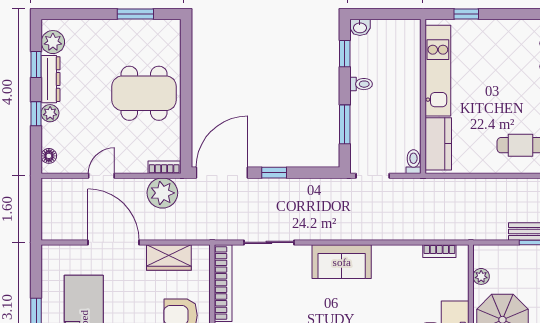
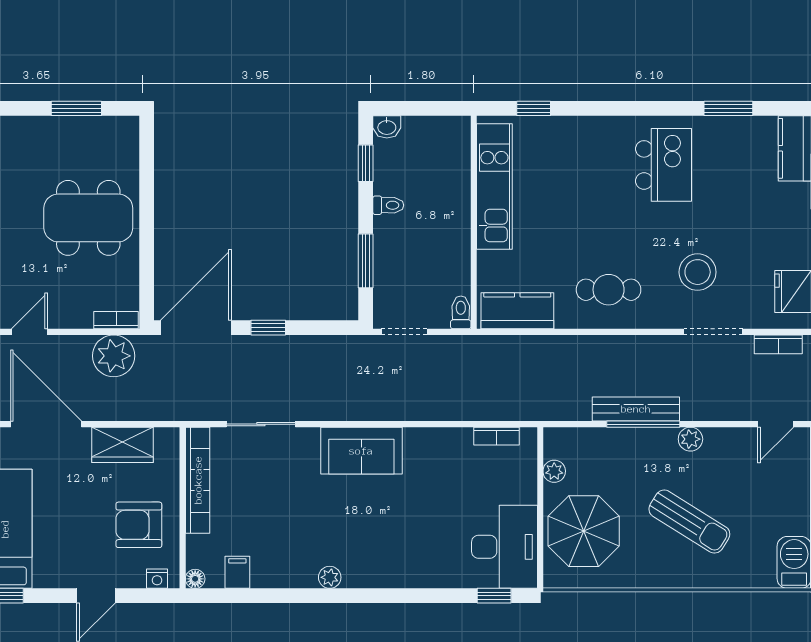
kitchen counter: (438, 144) -> (517, 311), moved, turned -90

